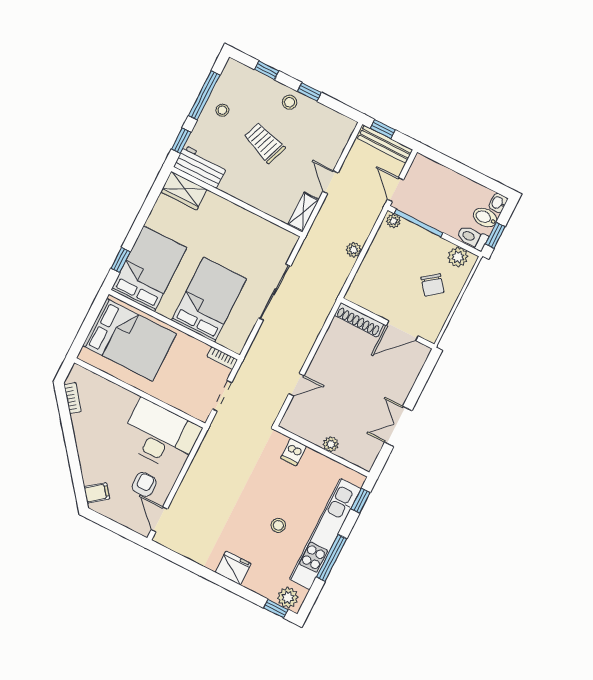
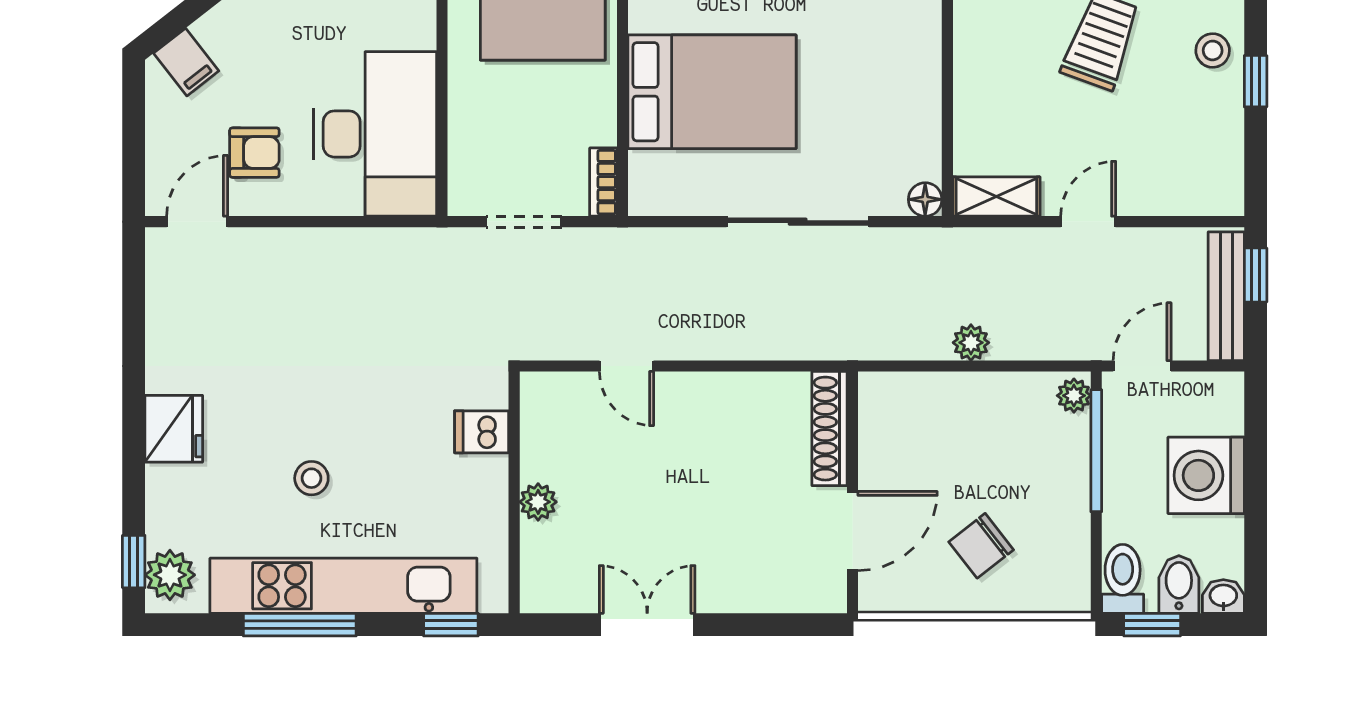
washing machine: (449, 186) -> (1206, 475), added
floor lamp: (291, 240) -> (925, 199), added
plant: (458, 257) -> (1067, 569), removed
door: (402, 331) -> (853, 531), swing flipped

